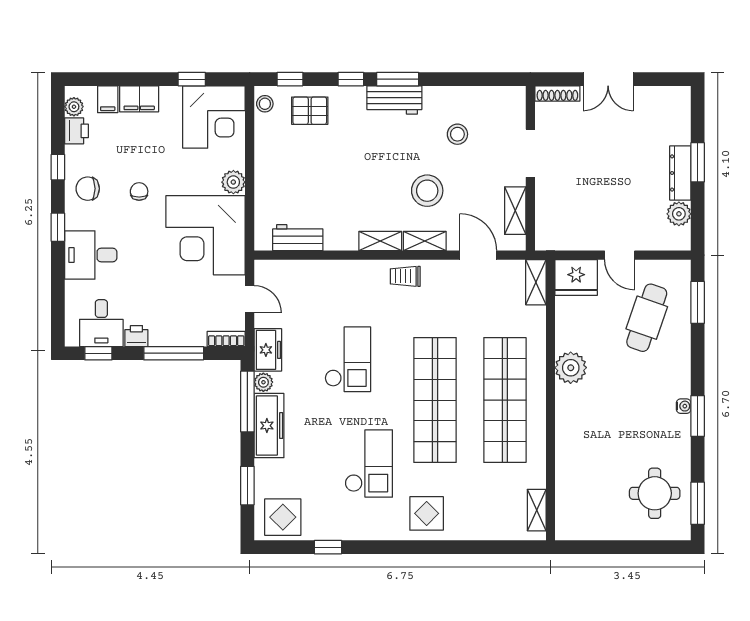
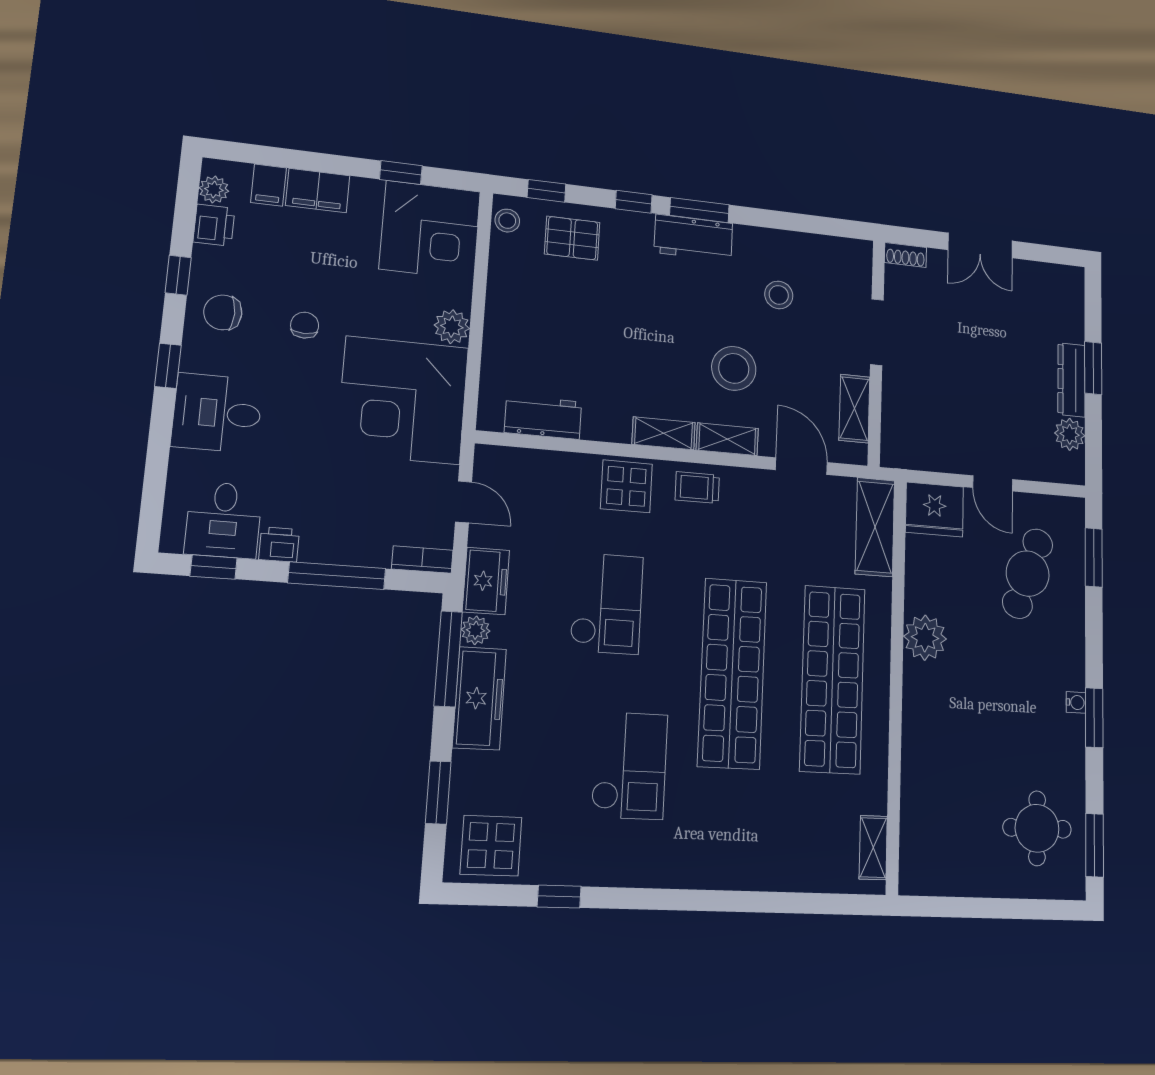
shoe rack: (557, 93) -> (905, 255), width x0.70
shelving: (536, 282) -> (875, 527), width x1.50, depth x1.33
display table: (427, 513) -> (626, 486), moved

